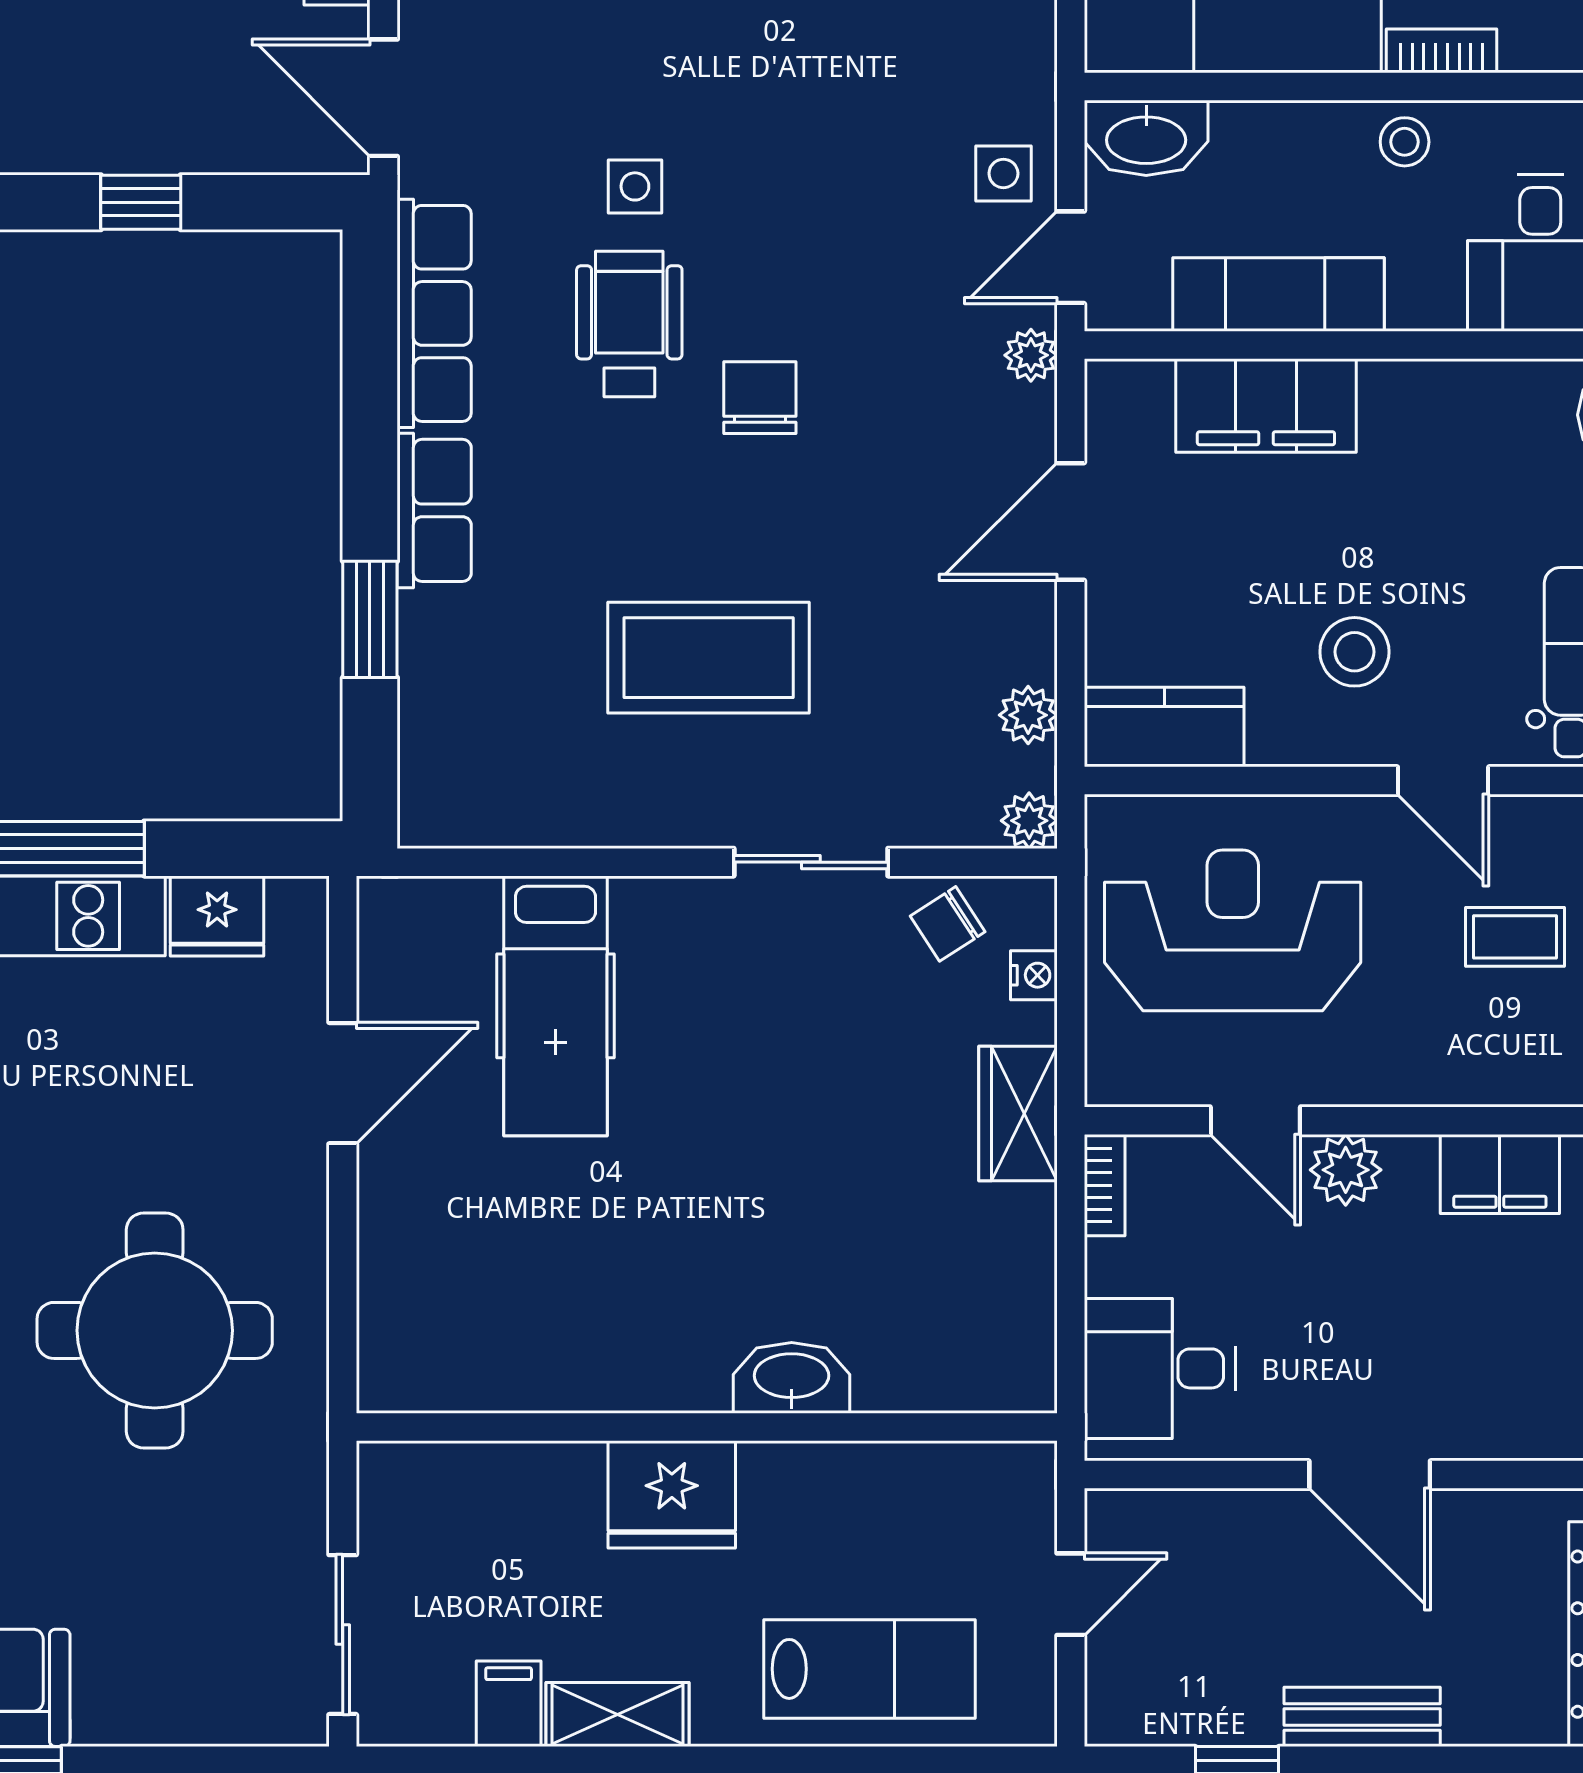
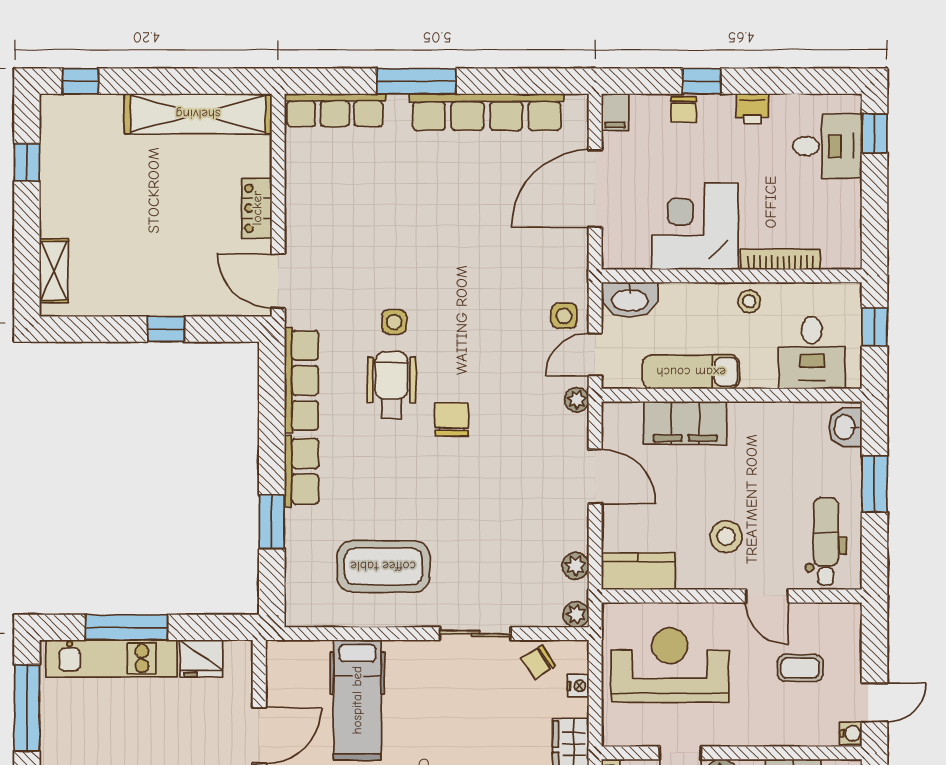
bookcase: (1442, 51) -> (780, 259), width x1.56
door: (1071, 522) -> (595, 476), swing flipped
coffee table: (709, 658) -> (383, 566), moved

